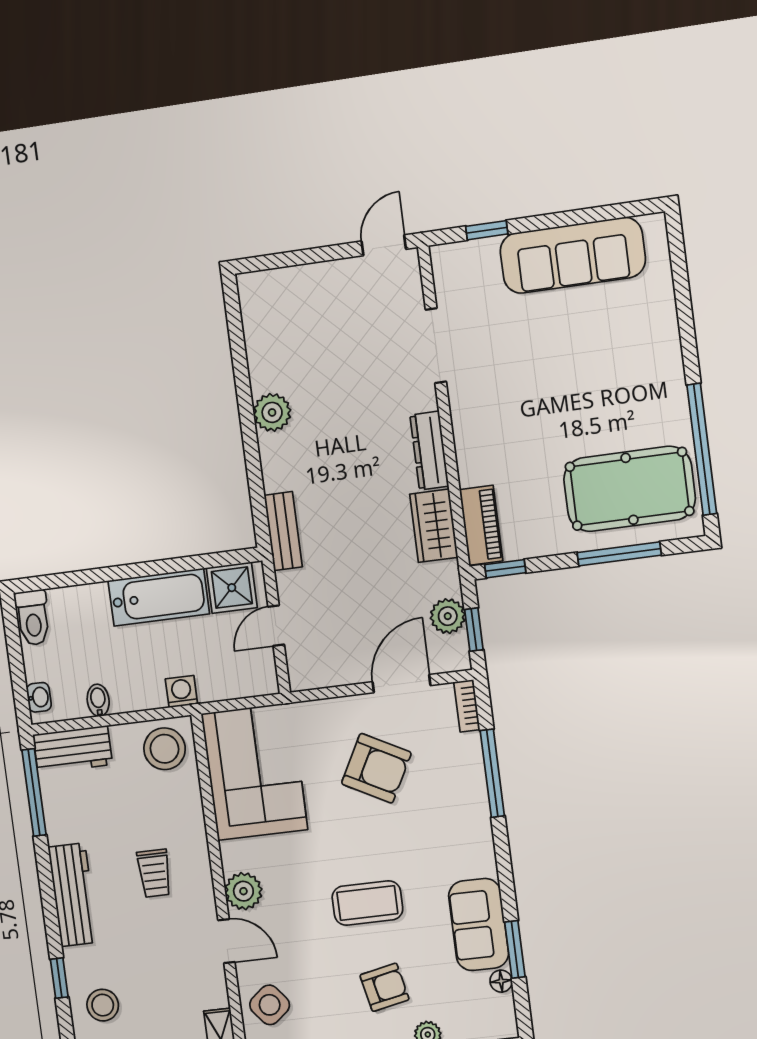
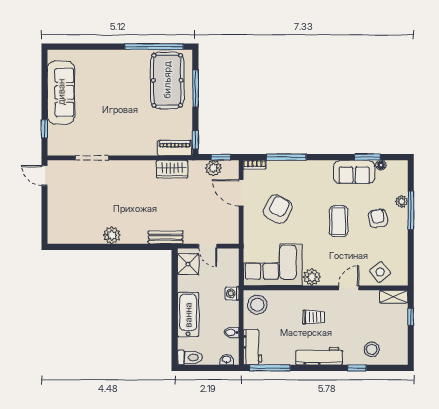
dresser: (429, 451) -> (138, 167), removed
bathtub: (159, 597) -> (188, 315), moved
plant: (243, 891) -> (312, 277), moved

